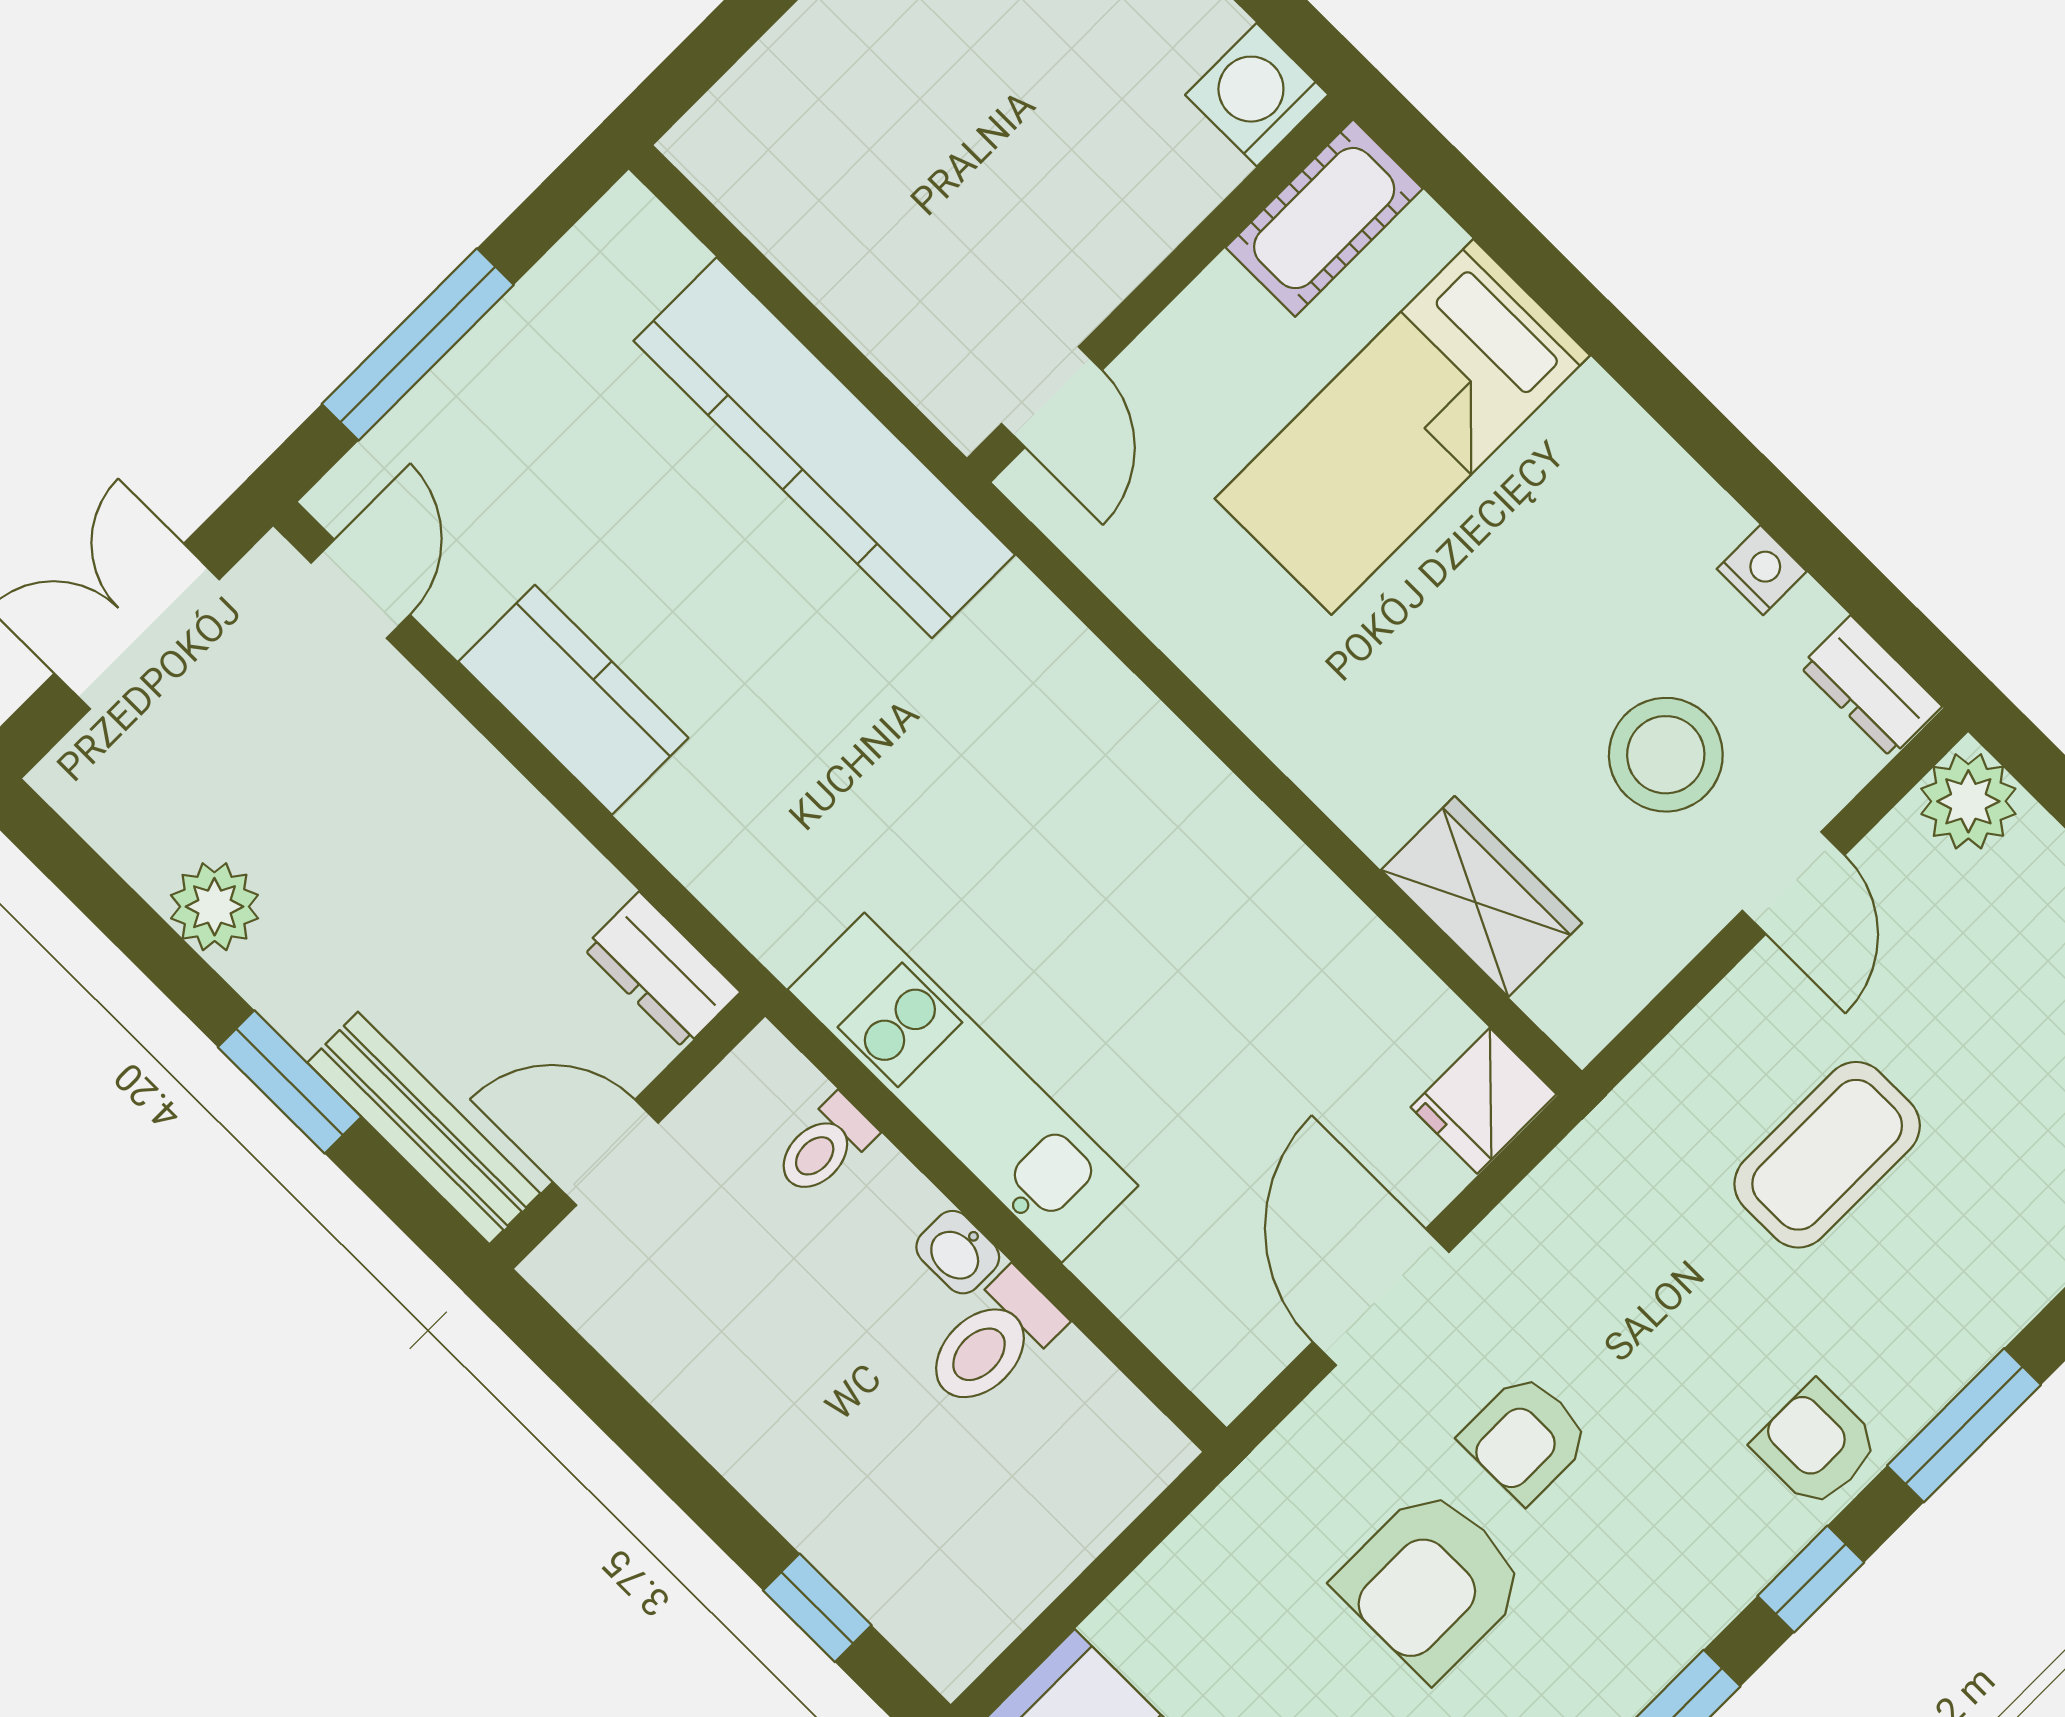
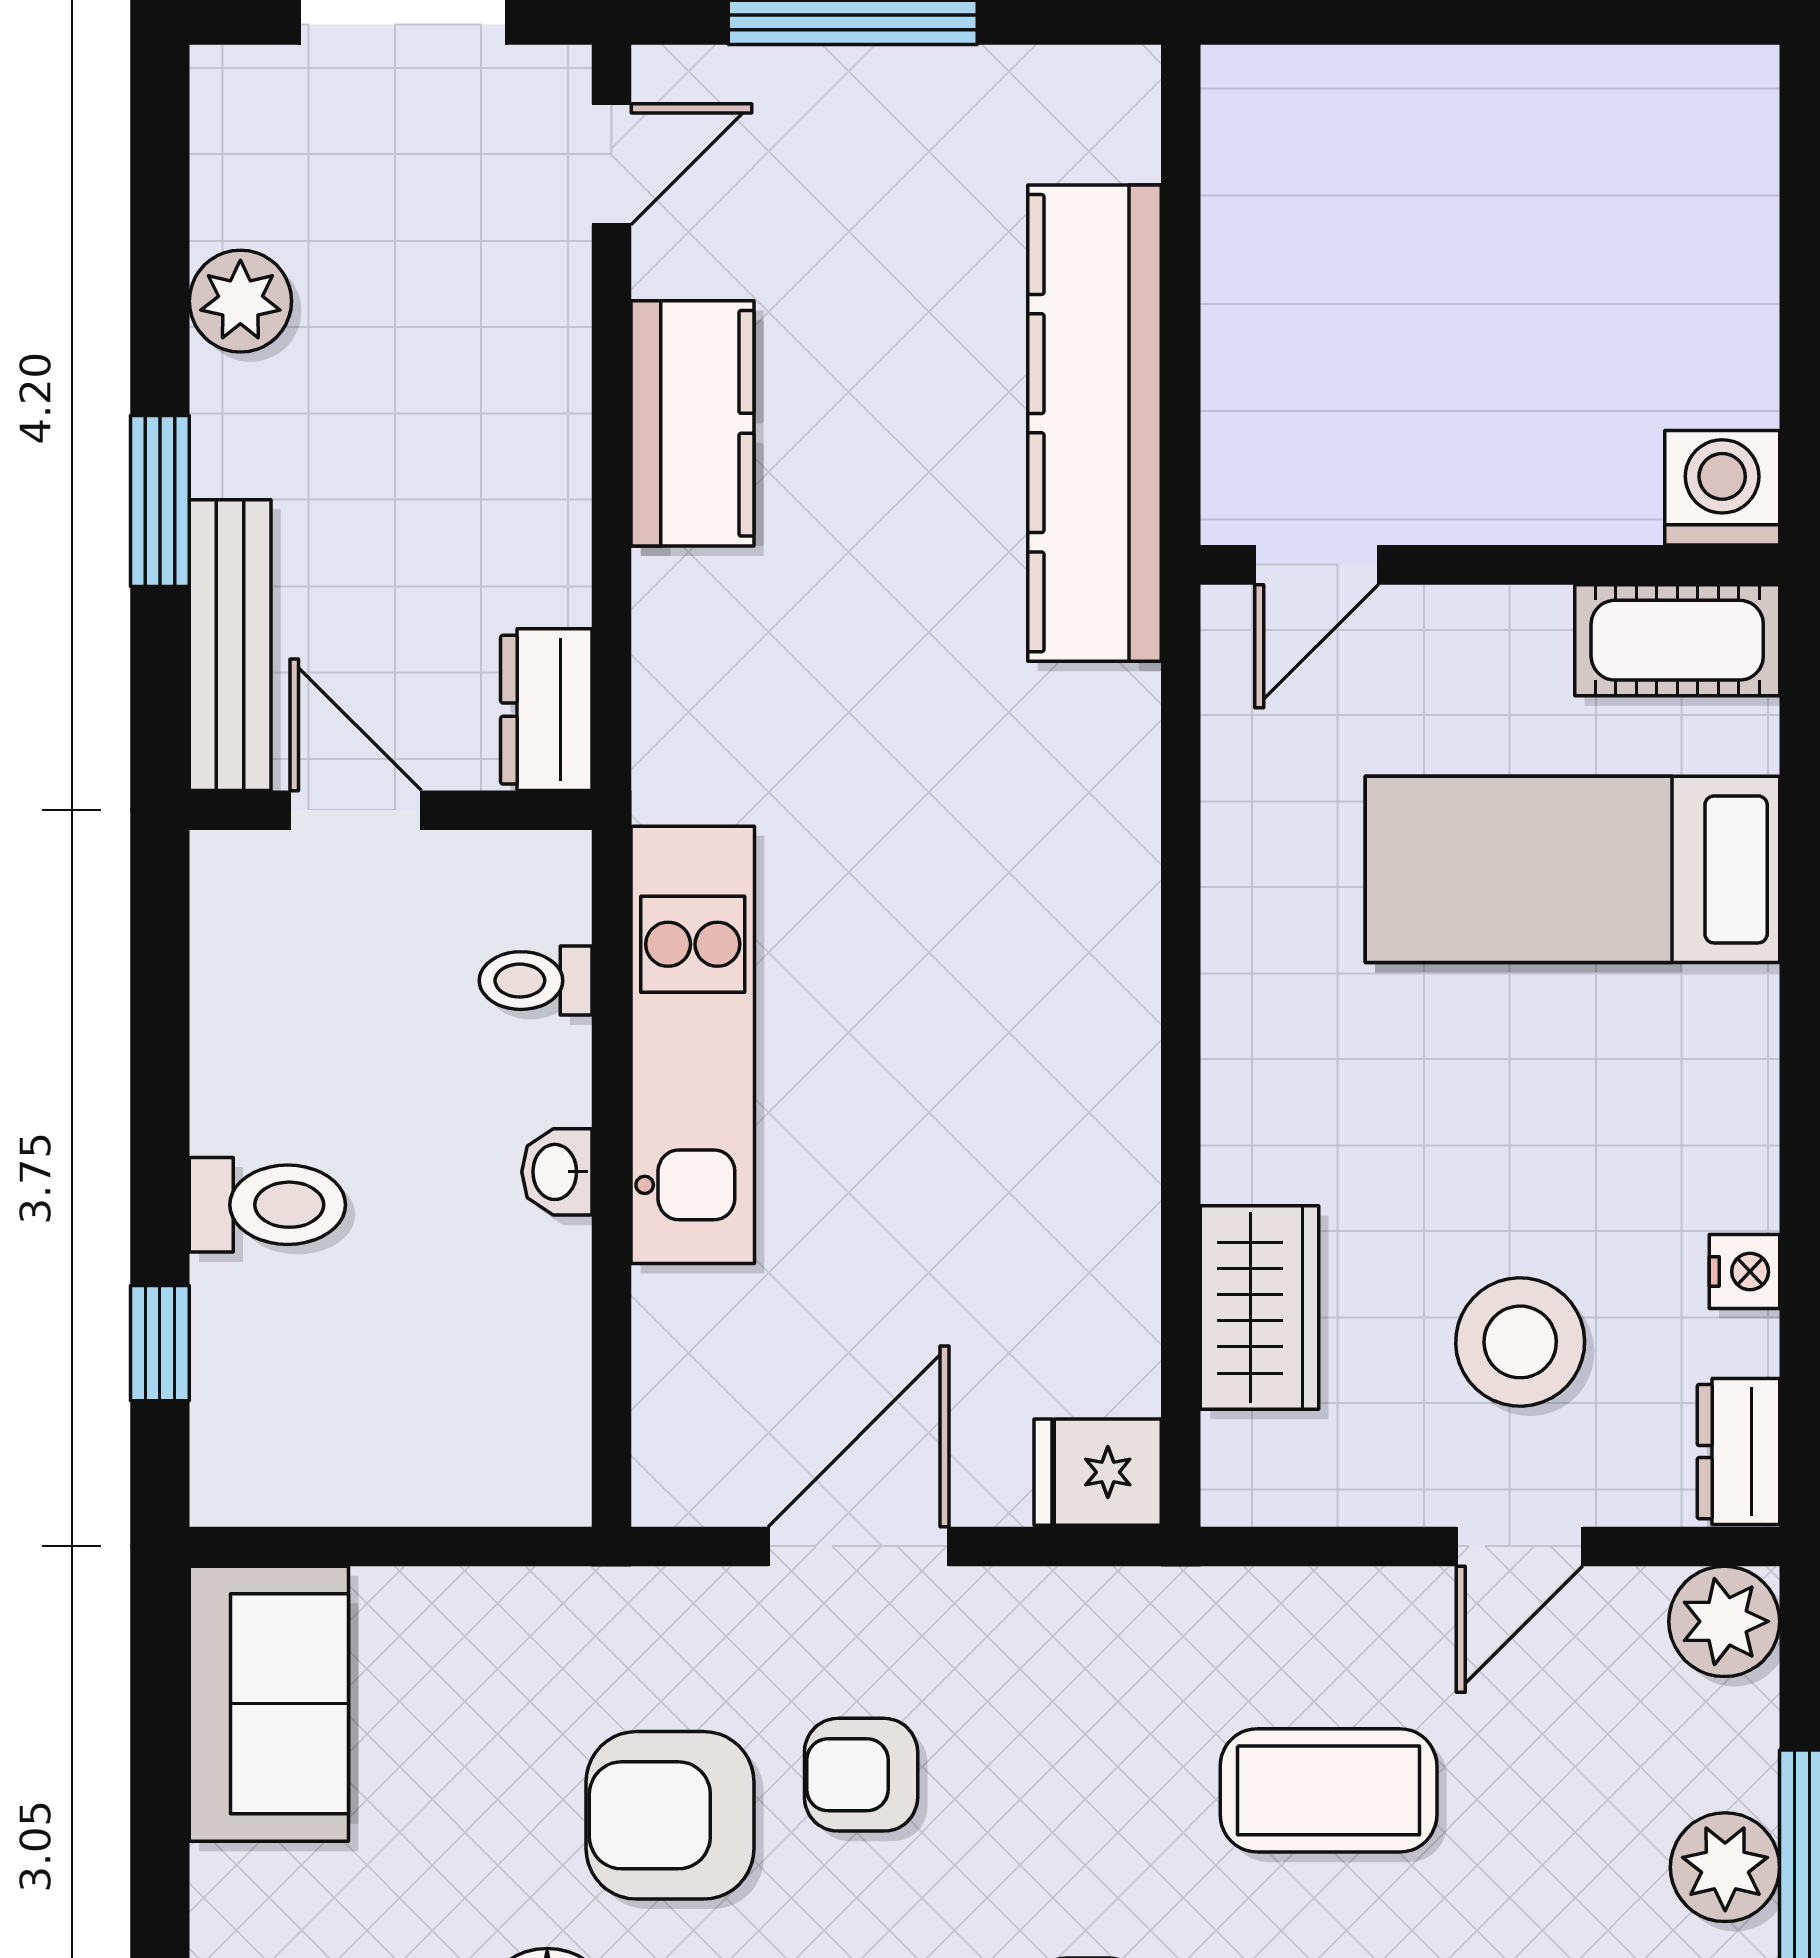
toilet: (993, 1341) -> (267, 1205), moved, turned 180

